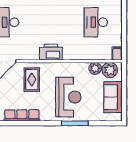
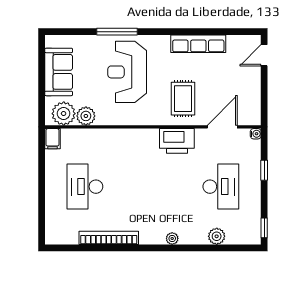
desk: (96, 22) -> (85, 187), turned 180
printer: (51, 52) -> (177, 141), moved

